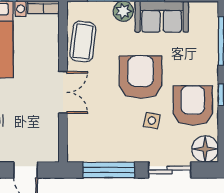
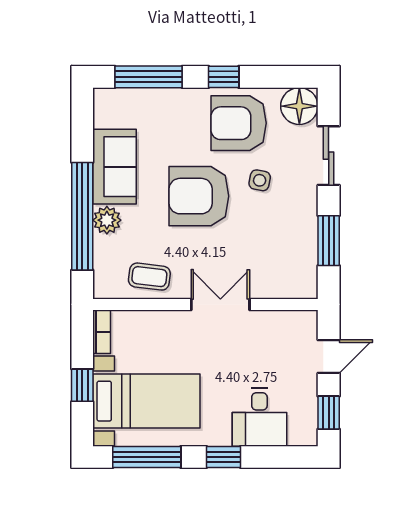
coffee table: (83, 42) -> (149, 277), width x0.73, depth x0.77
window: (109, 170) -> (329, 241), width x0.69

